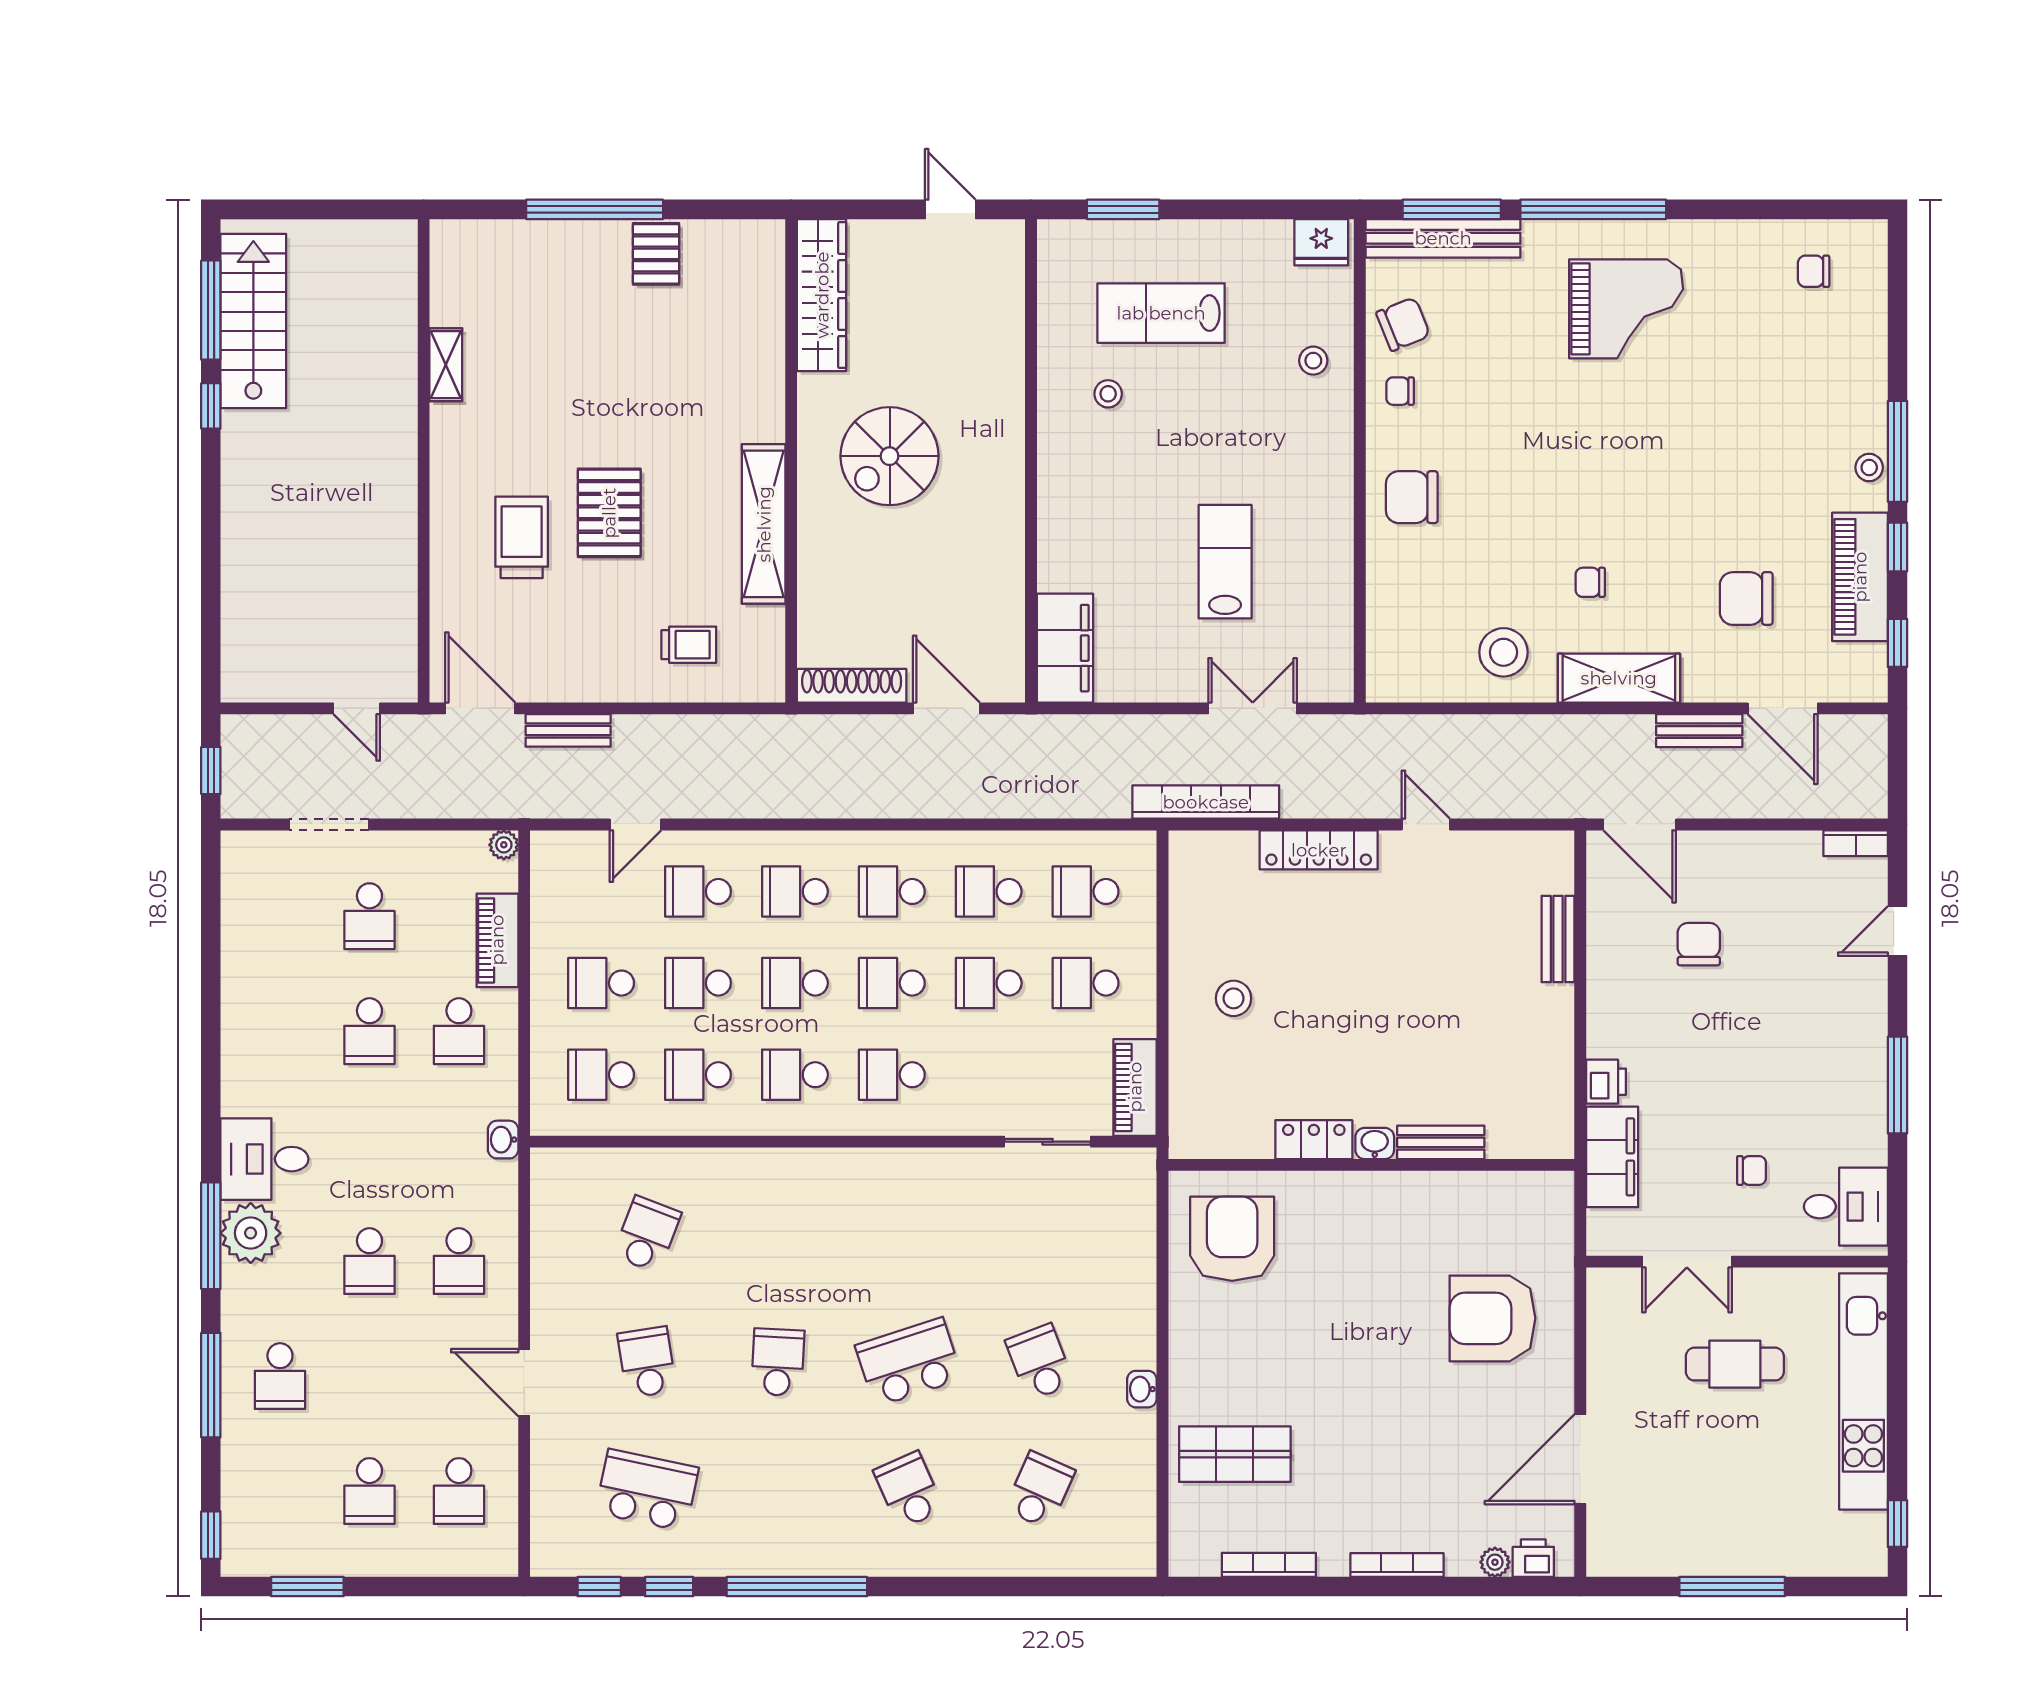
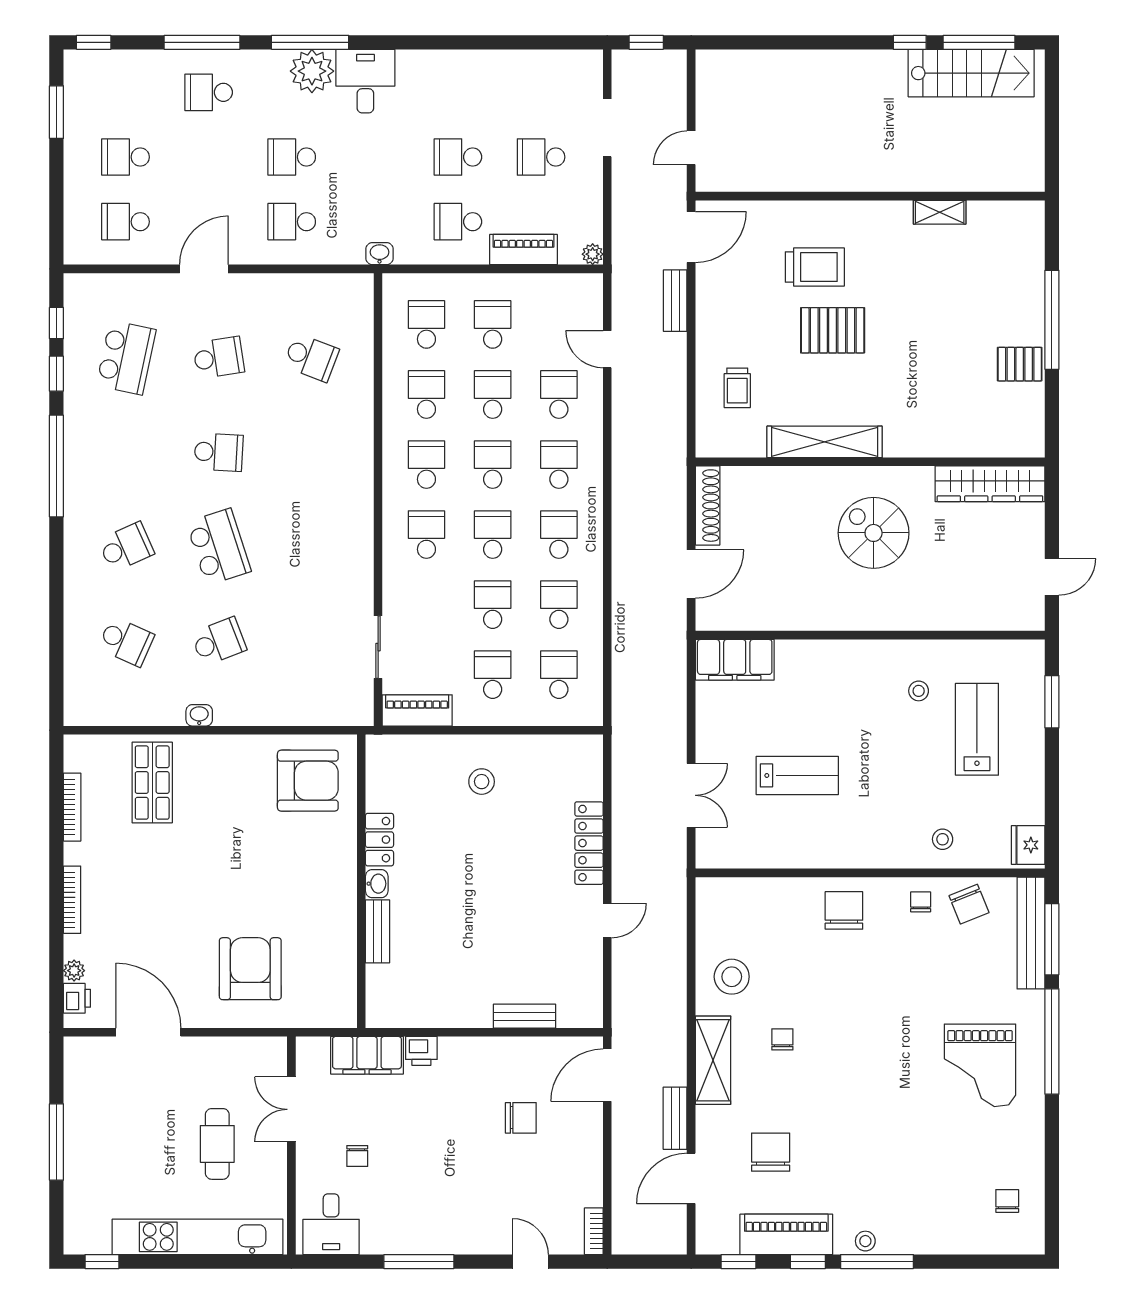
bookcase: (1206, 802) -> (624, 762), removed

